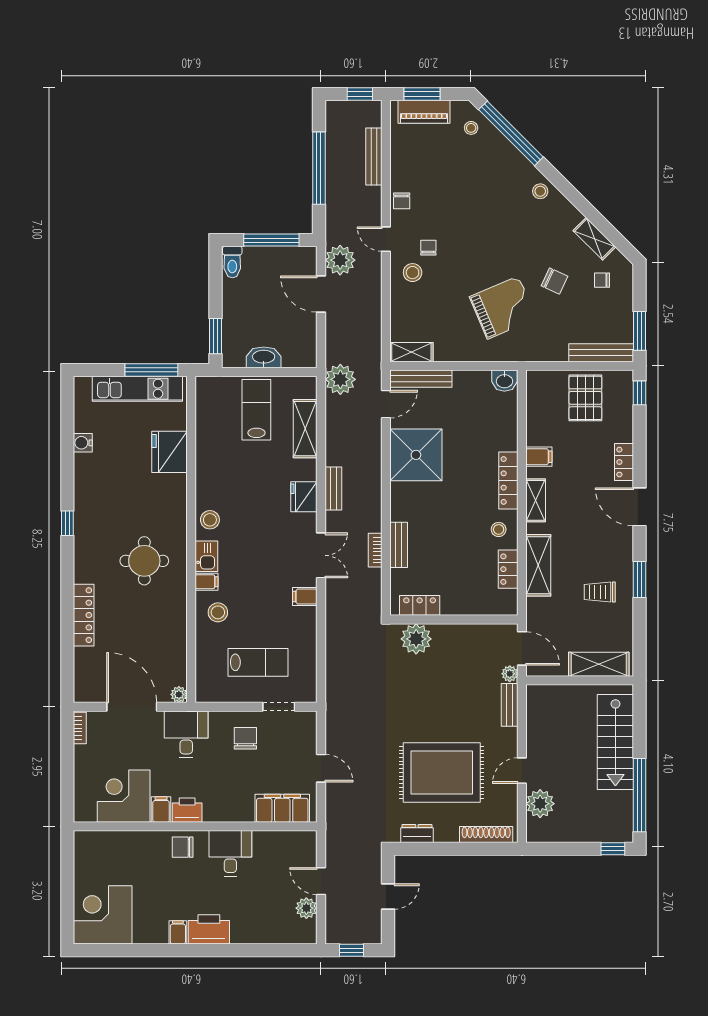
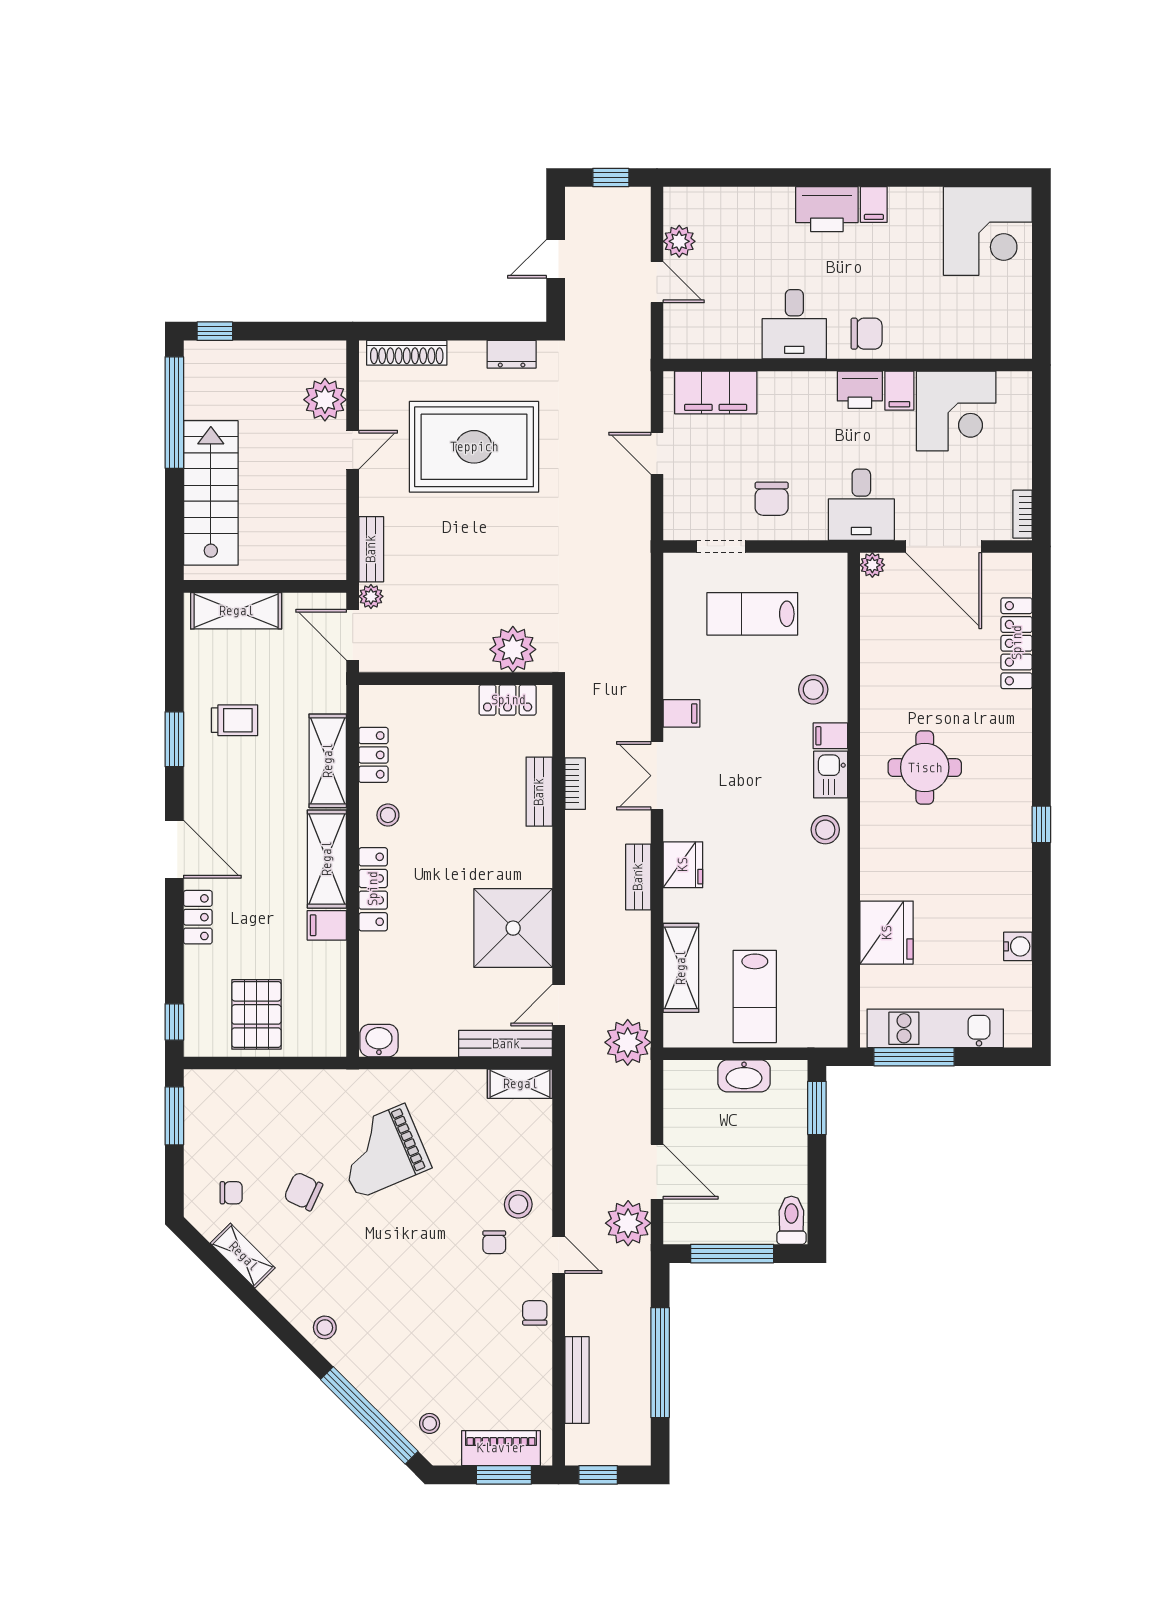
bench: (601, 353) -> (233, 1083), removed
shelving: (536, 500) -> (327, 859), width x1.50, depth x1.33
locker: (84, 615) -> (1017, 643), moved

